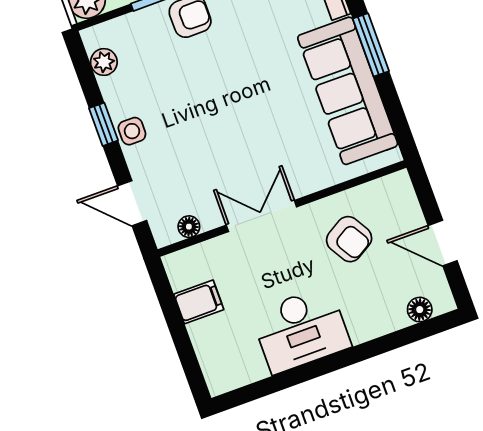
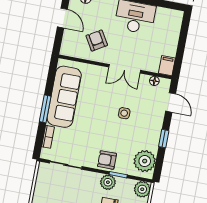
plant: (104, 62) -> (145, 161), width x1.88, depth x1.88
side table: (132, 131) -> (124, 113), moved
filing cabinet: (199, 302) -> (167, 66), moved, turned 90

